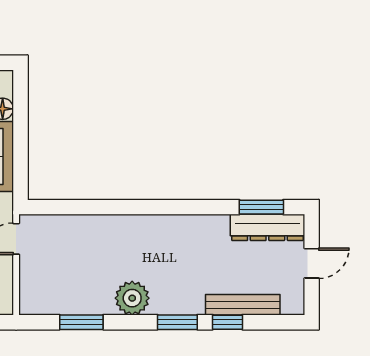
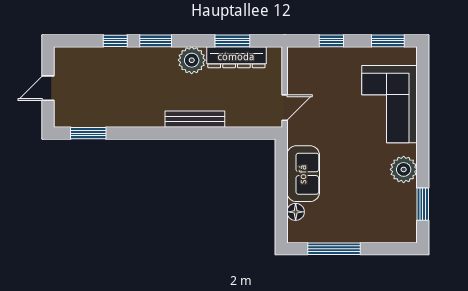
dresser: (267, 227) -> (236, 57), moved, turned 180
bench: (243, 305) -> (195, 119), moved

